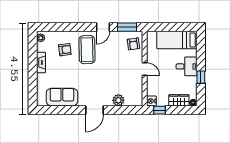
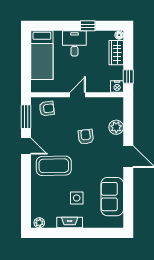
armchair: (65, 50) -> (86, 137), moved
side table: (61, 68) -> (77, 198), added

